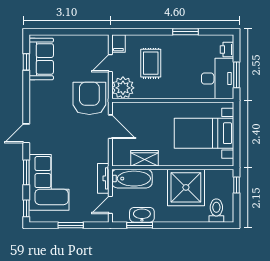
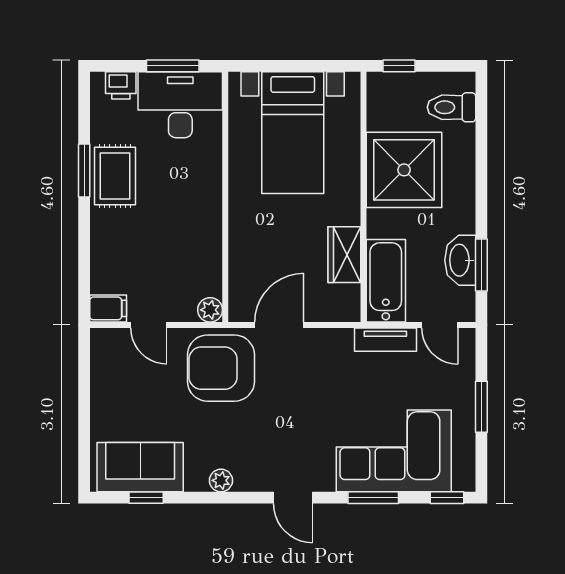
rug: (151, 63) -> (115, 176), moved, turned 90
plant: (123, 88) -> (210, 310), width x0.53, depth x0.53
plant: (35, 98) -> (221, 480), added

